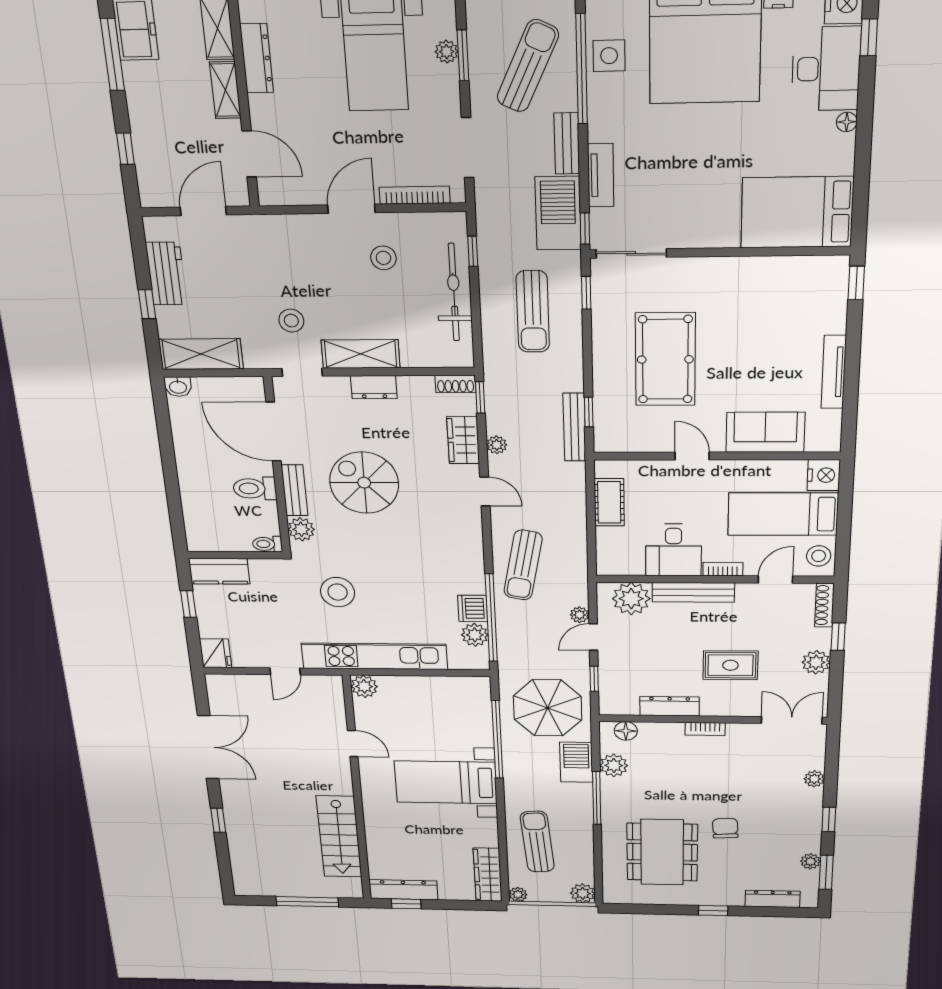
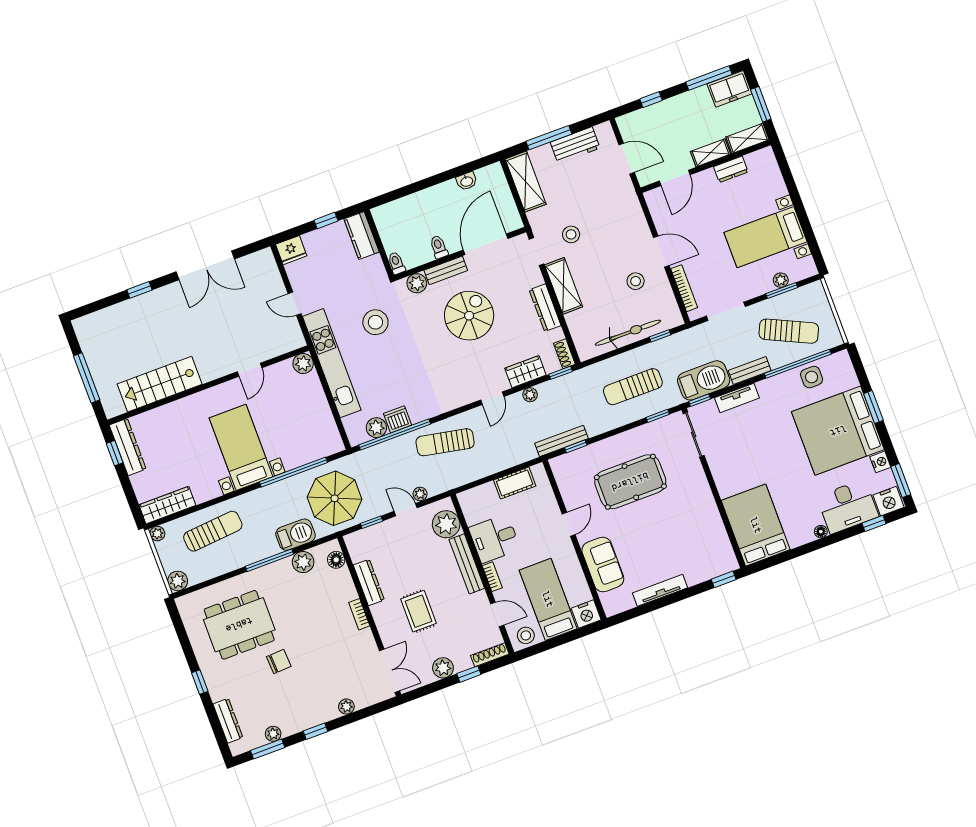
dresser: (257, 58) -> (731, 169), width x0.70
window: (147, 304) -> (549, 138), width x2.17
washbasin: (178, 387) -> (467, 181), moved, turned -90
dresser: (374, 387) -> (545, 308), width x1.44
toilet: (255, 488) -> (439, 247), width x0.73, depth x0.72

